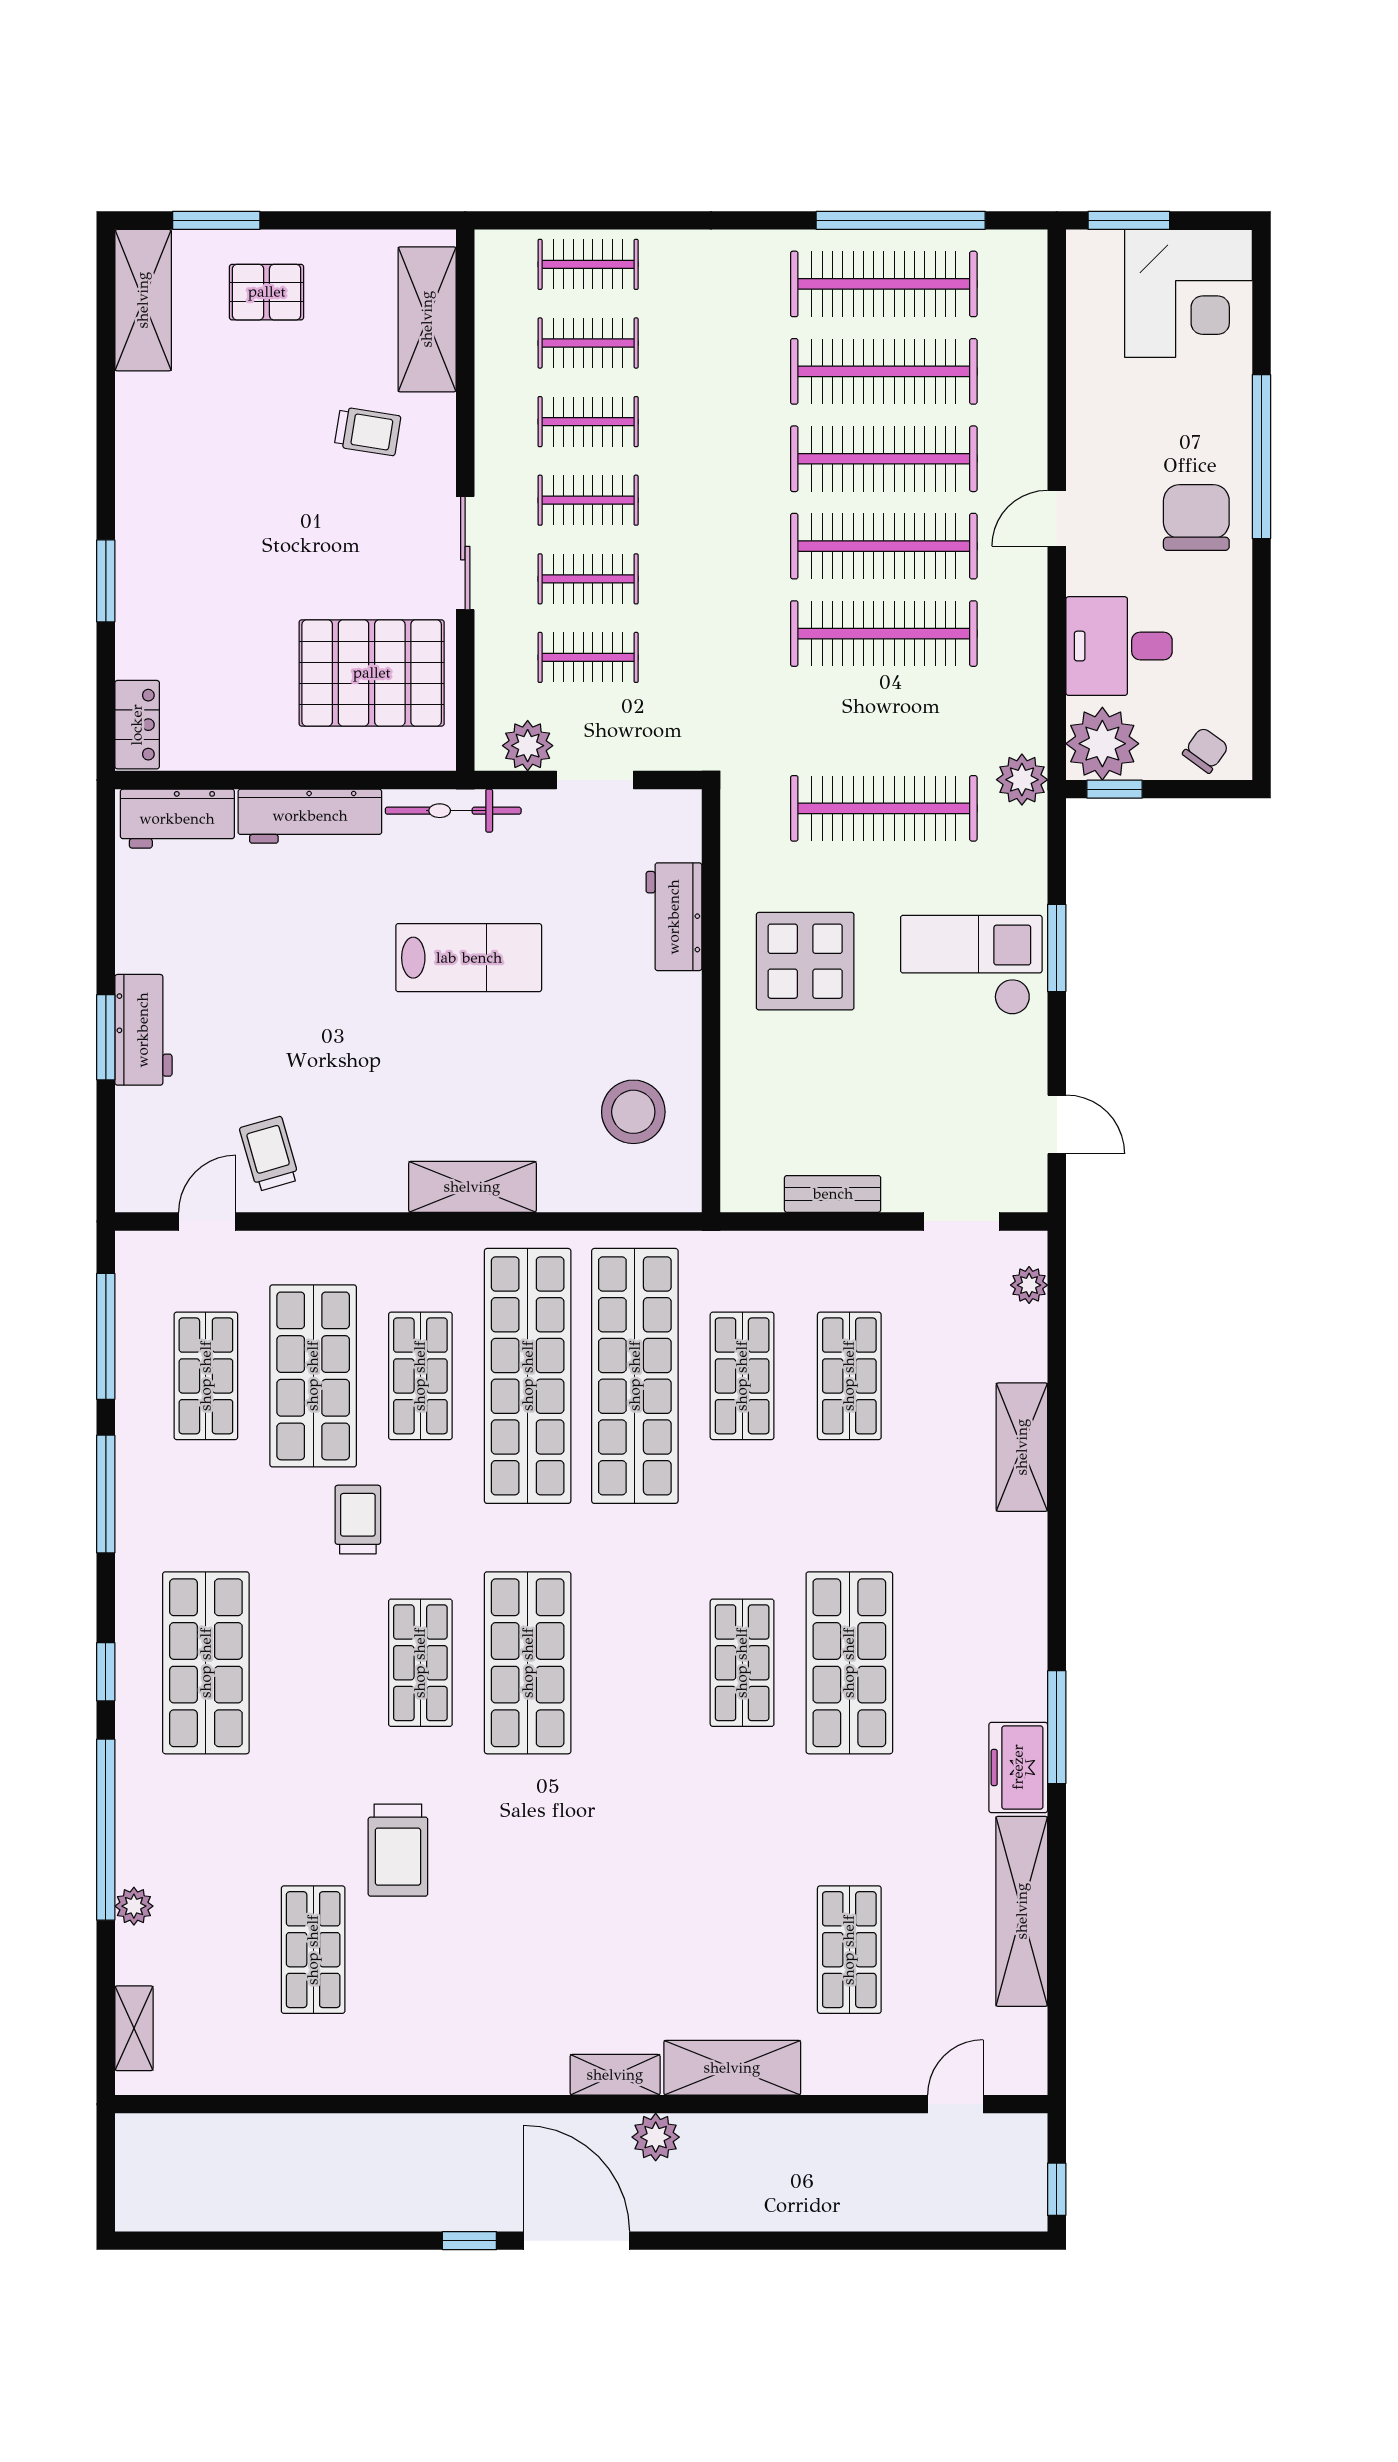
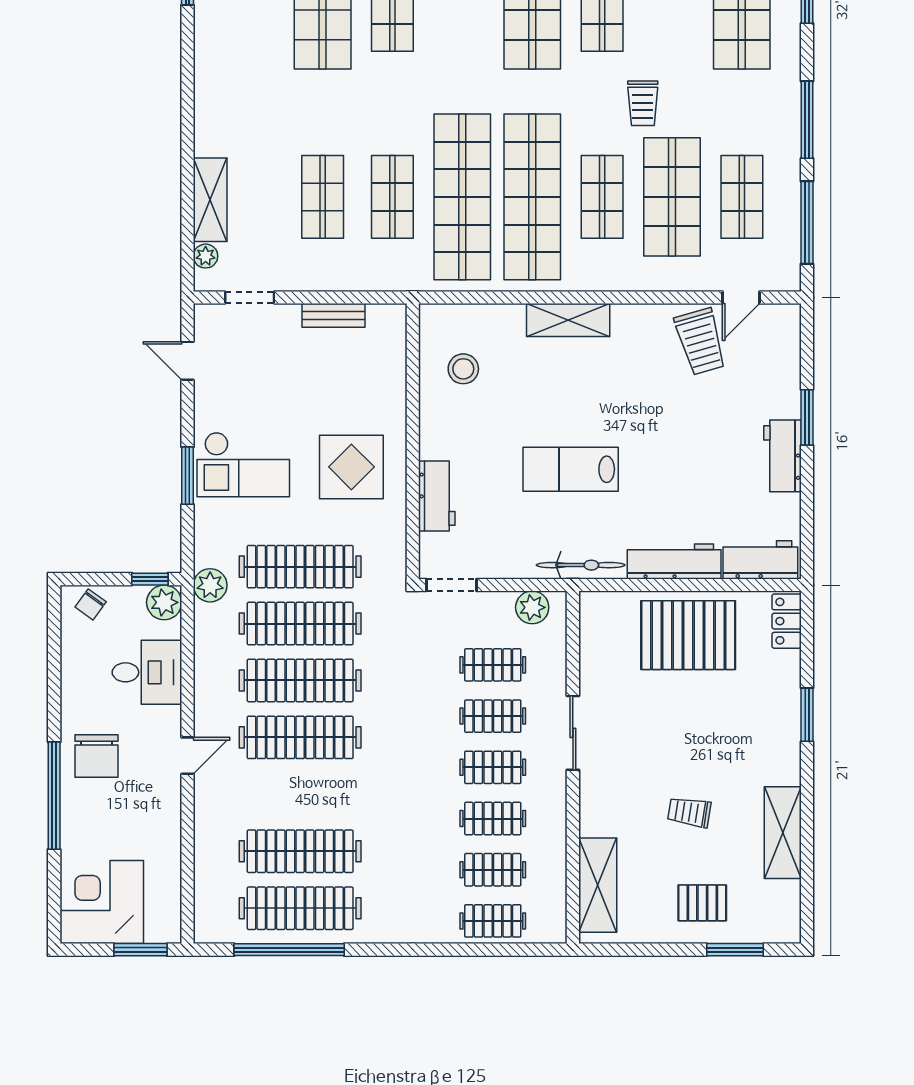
shelving: (143, 300) -> (783, 833), moved
trolley: (368, 431) -> (689, 812), moved
clothes rail: (884, 459) -> (300, 624), moved
pallet: (372, 673) -> (688, 635), moved
plant: (1102, 744) -> (164, 602), width x0.73, depth x0.73
doorway: (595, 780) -> (451, 585), moved
workbench: (143, 1030) -> (782, 456), moved
stool: (633, 1112) -> (463, 369), width x0.73, depth x0.73
trolley: (269, 1154) -> (700, 342), width x1.36, depth x1.39
shelving: (1022, 1447) -> (210, 200), moved

